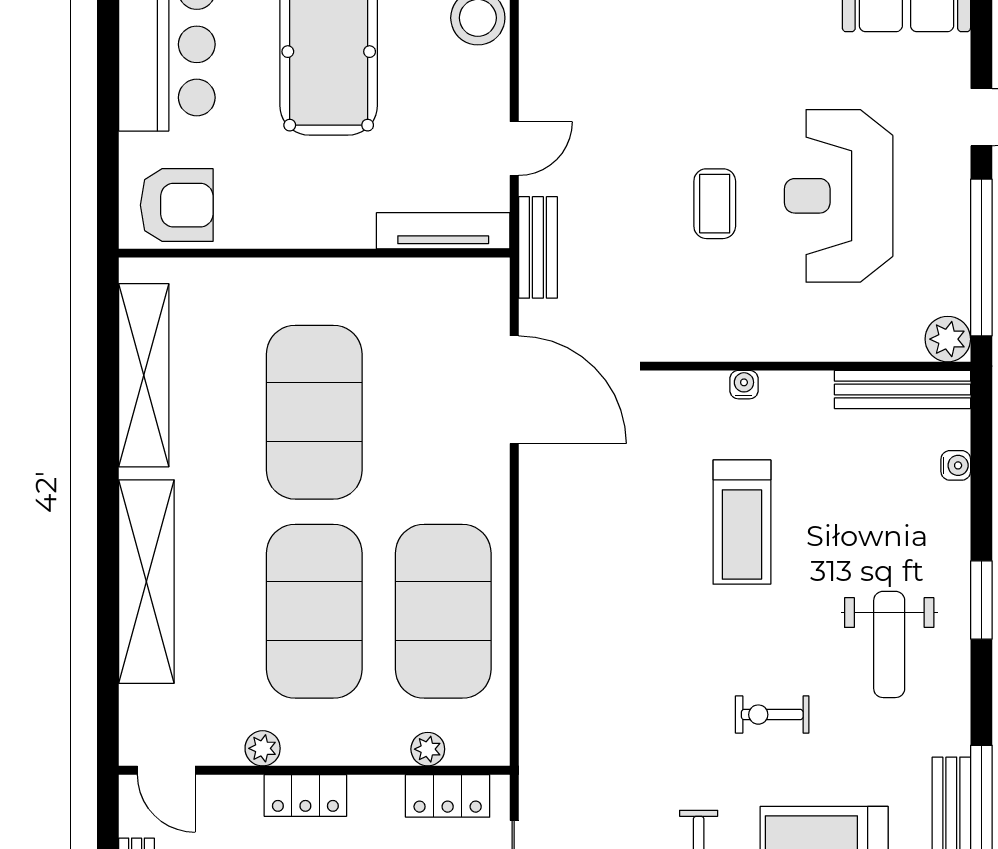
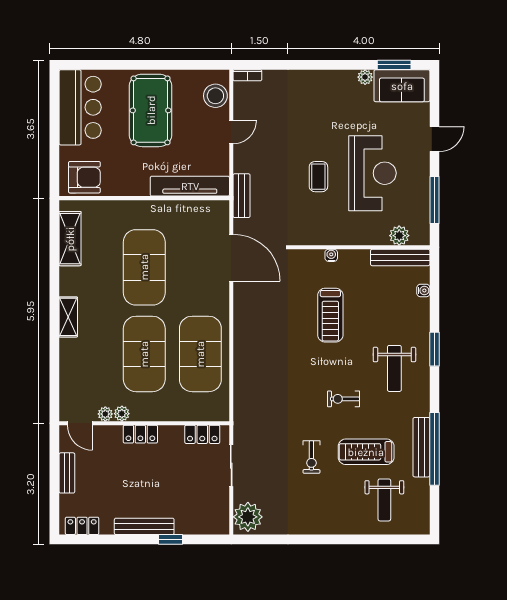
door: (514, 149) -> (231, 132), moved
reception desk: (839, 196) -> (372, 173), turned 180
tv unit: (443, 231) -> (190, 186), width x1.36, depth x1.29
window: (981, 257) -> (435, 200), width x0.68
plant: (948, 339) -> (399, 236), moved
shelving: (144, 375) -> (70, 239), width x0.68
shelving: (146, 582) -> (68, 317), width x0.45, depth x0.75
plant: (428, 749) -> (105, 414), moved

